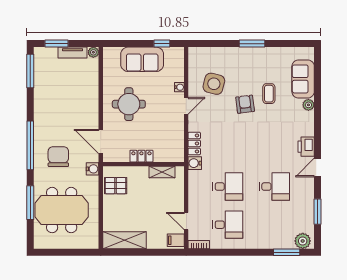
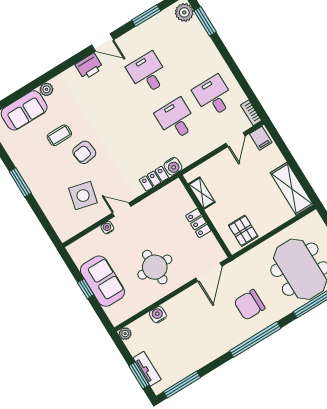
window: (162, 44) -> (86, 289), moved
tv unit: (73, 53) -> (147, 369), moved
water cooler: (92, 169) -> (158, 315), moved

